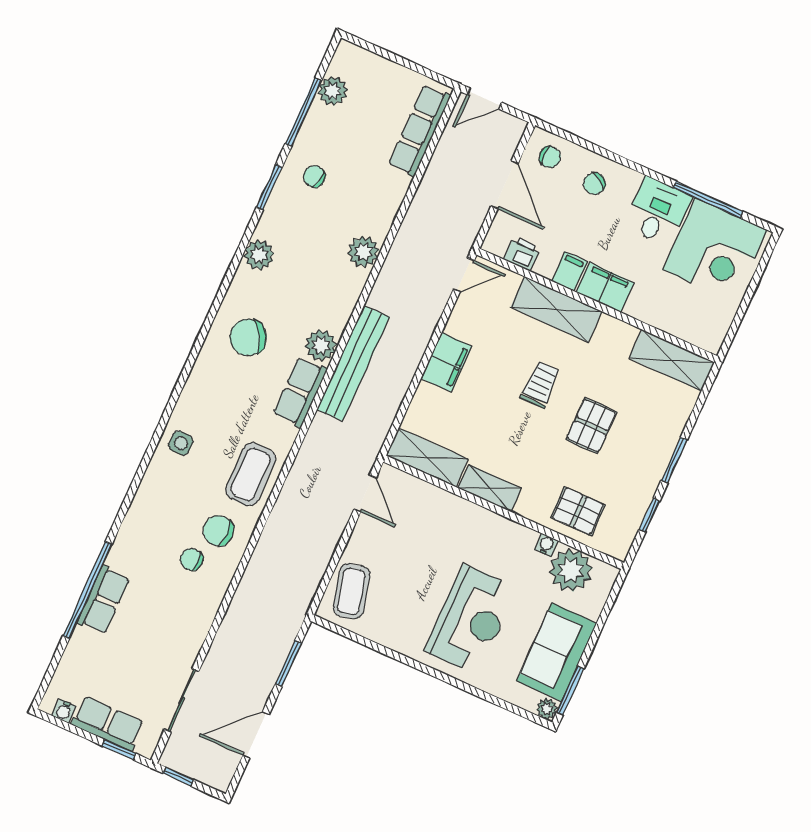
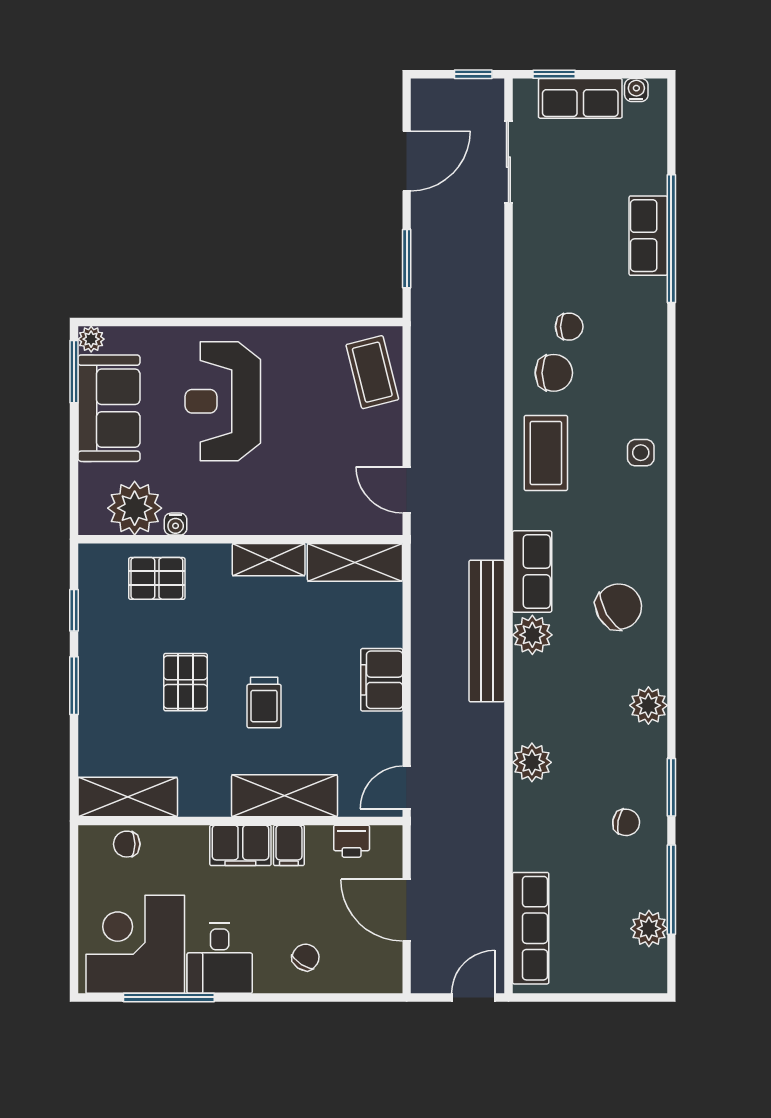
chair: (550, 157) -> (127, 844), moved

